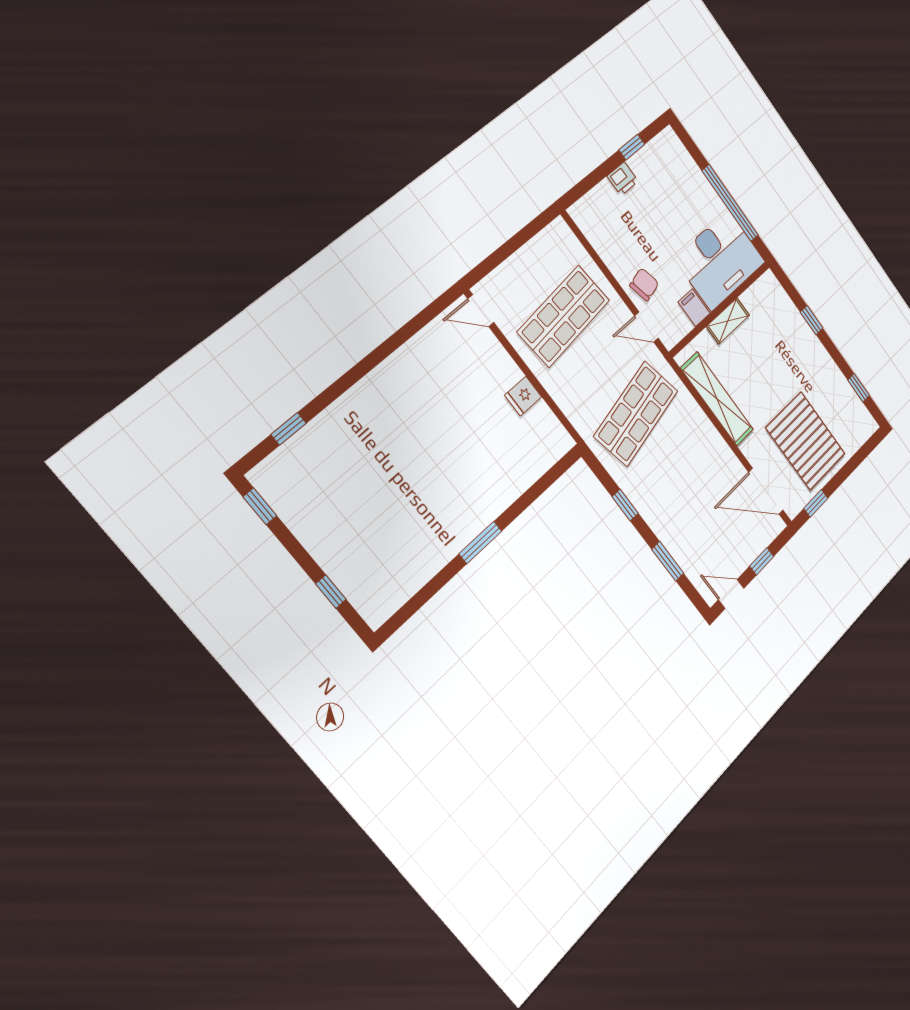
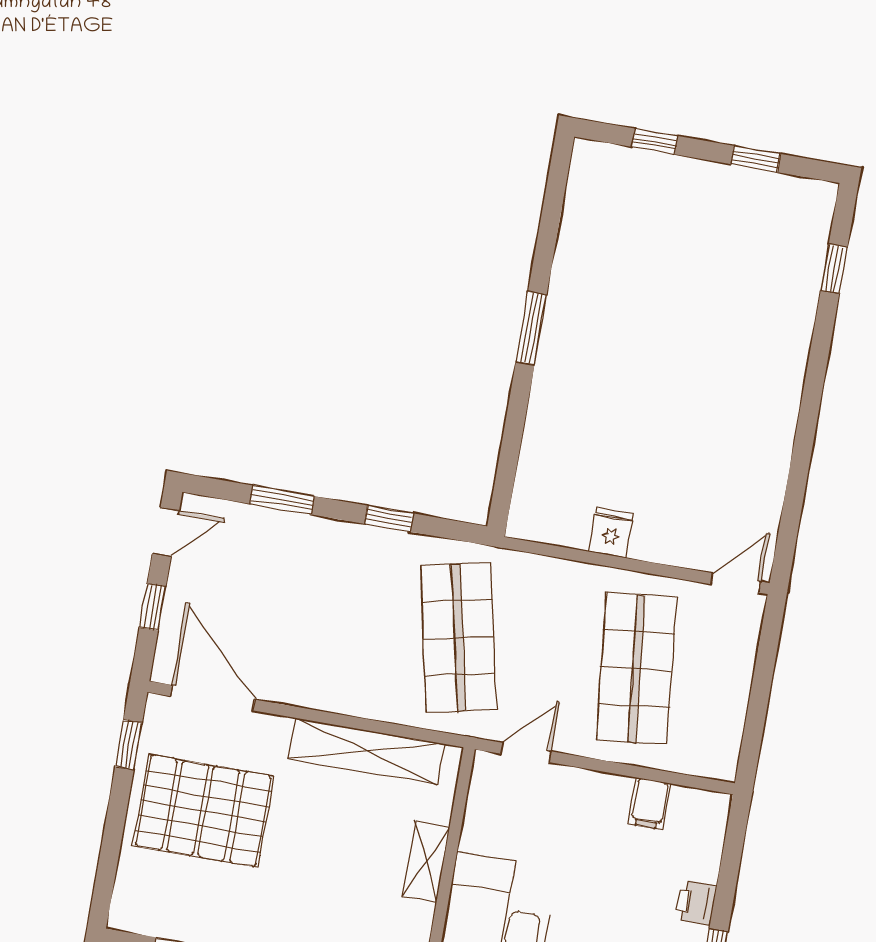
chair: (644, 284) -> (569, 801), removed
filing cabinet: (694, 308) -> (649, 804), moved, turned 90
door: (766, 491) -> (212, 698), hinge flipped
window: (260, 506) -> (756, 159), moved

